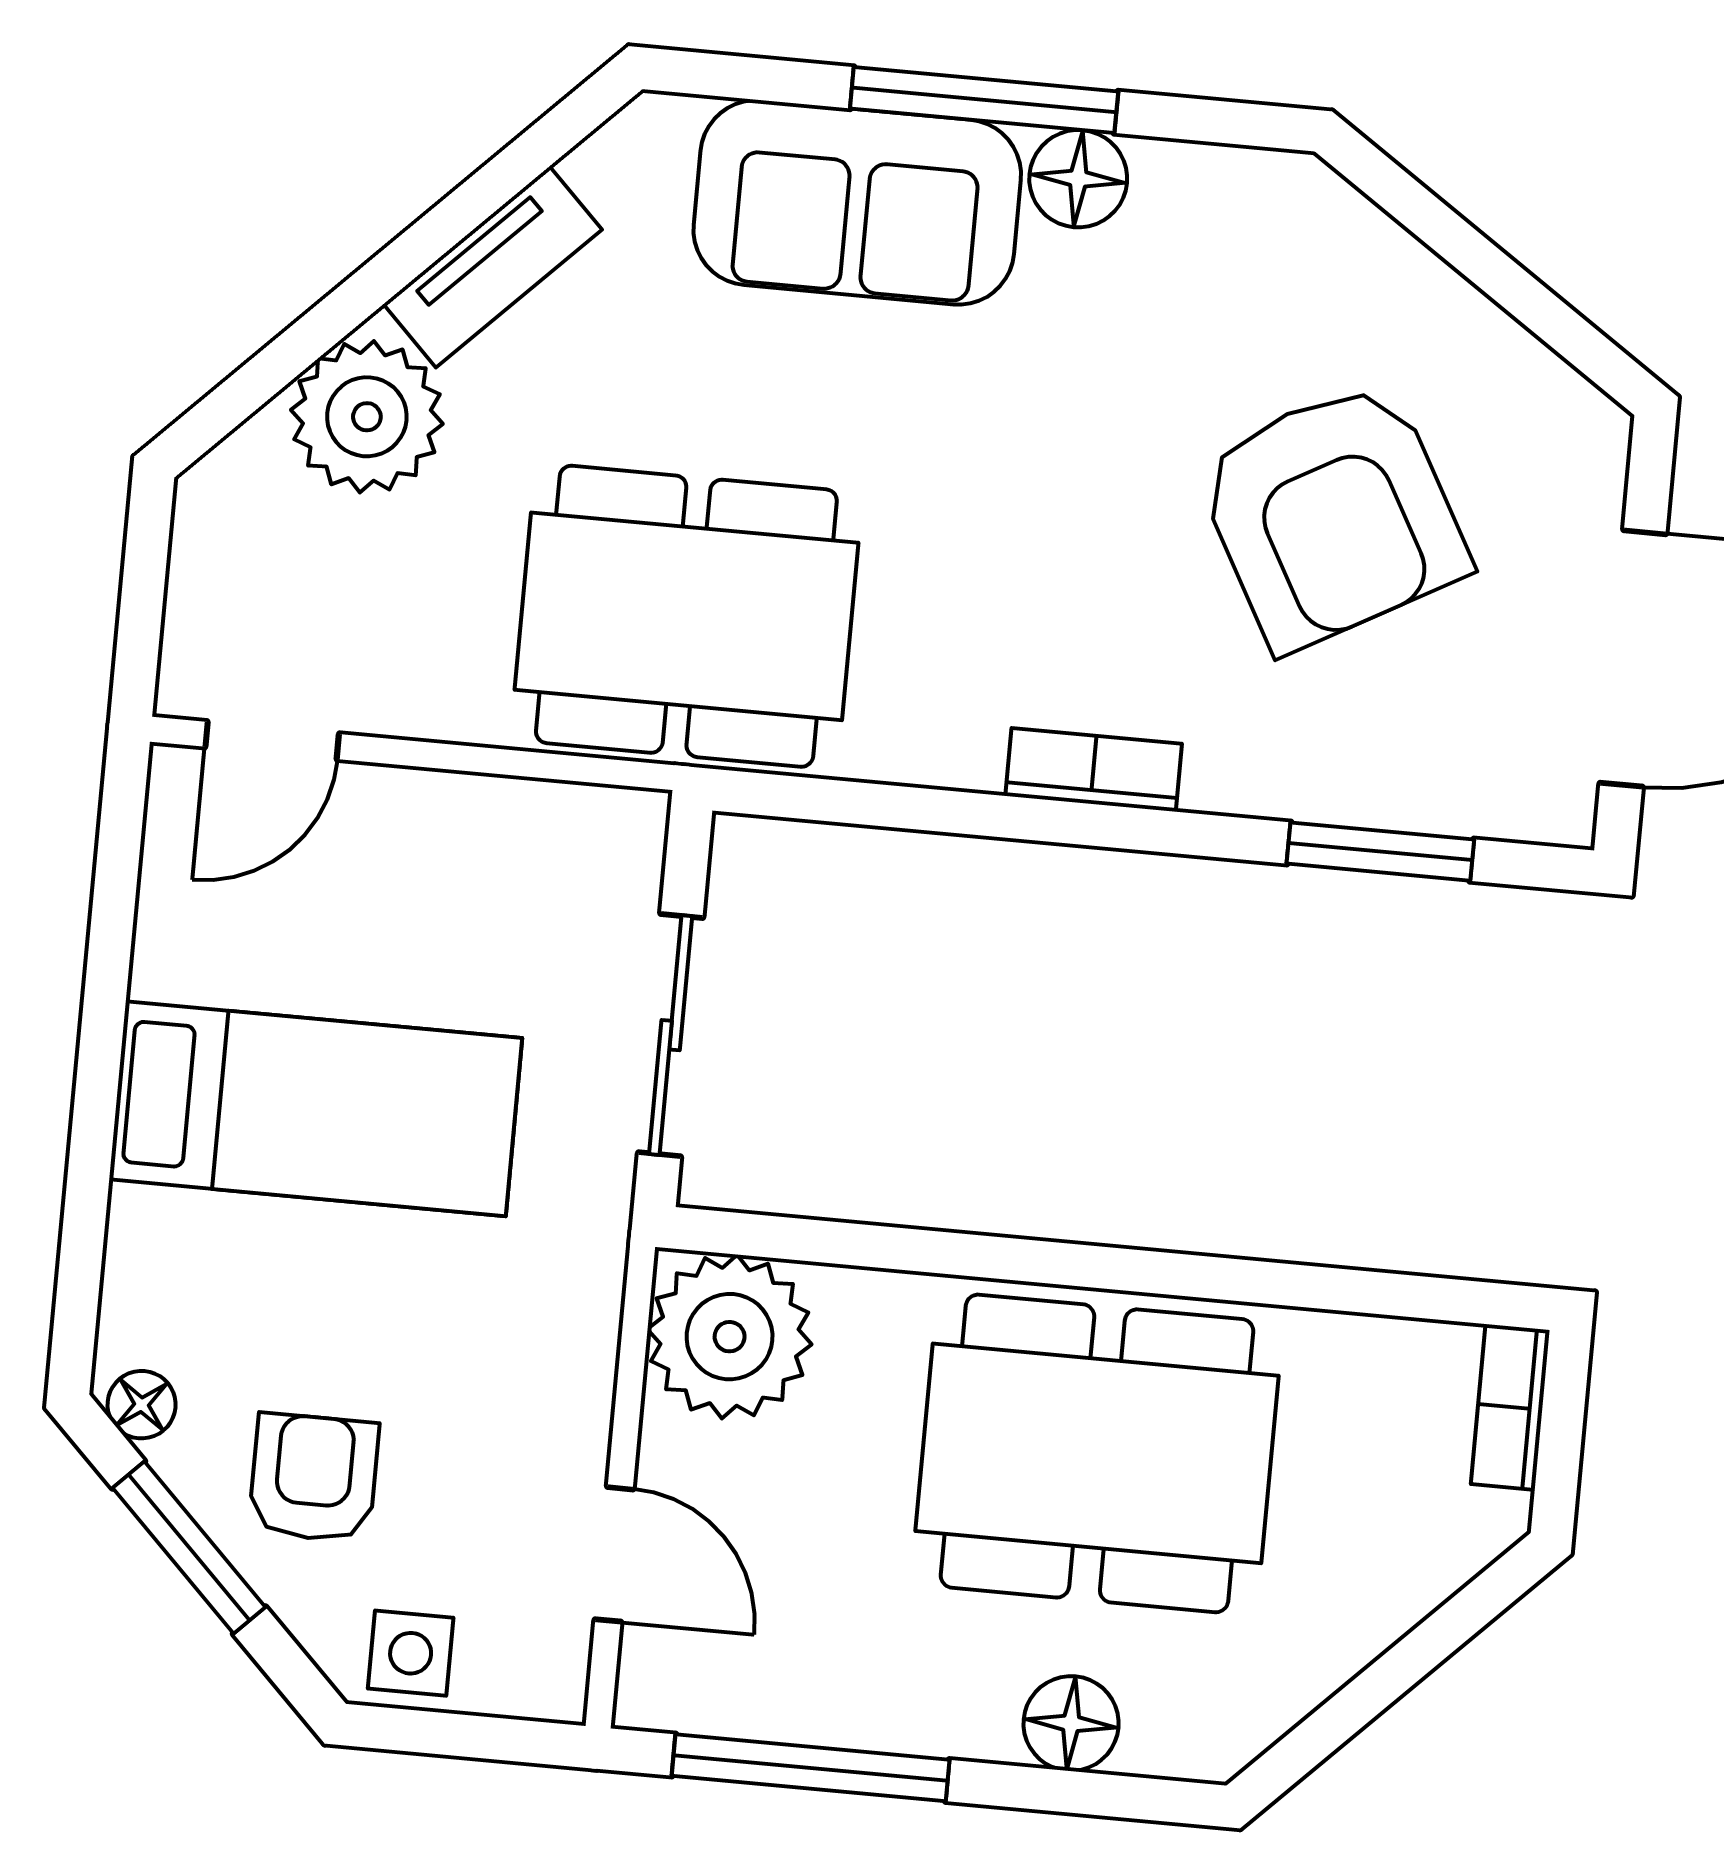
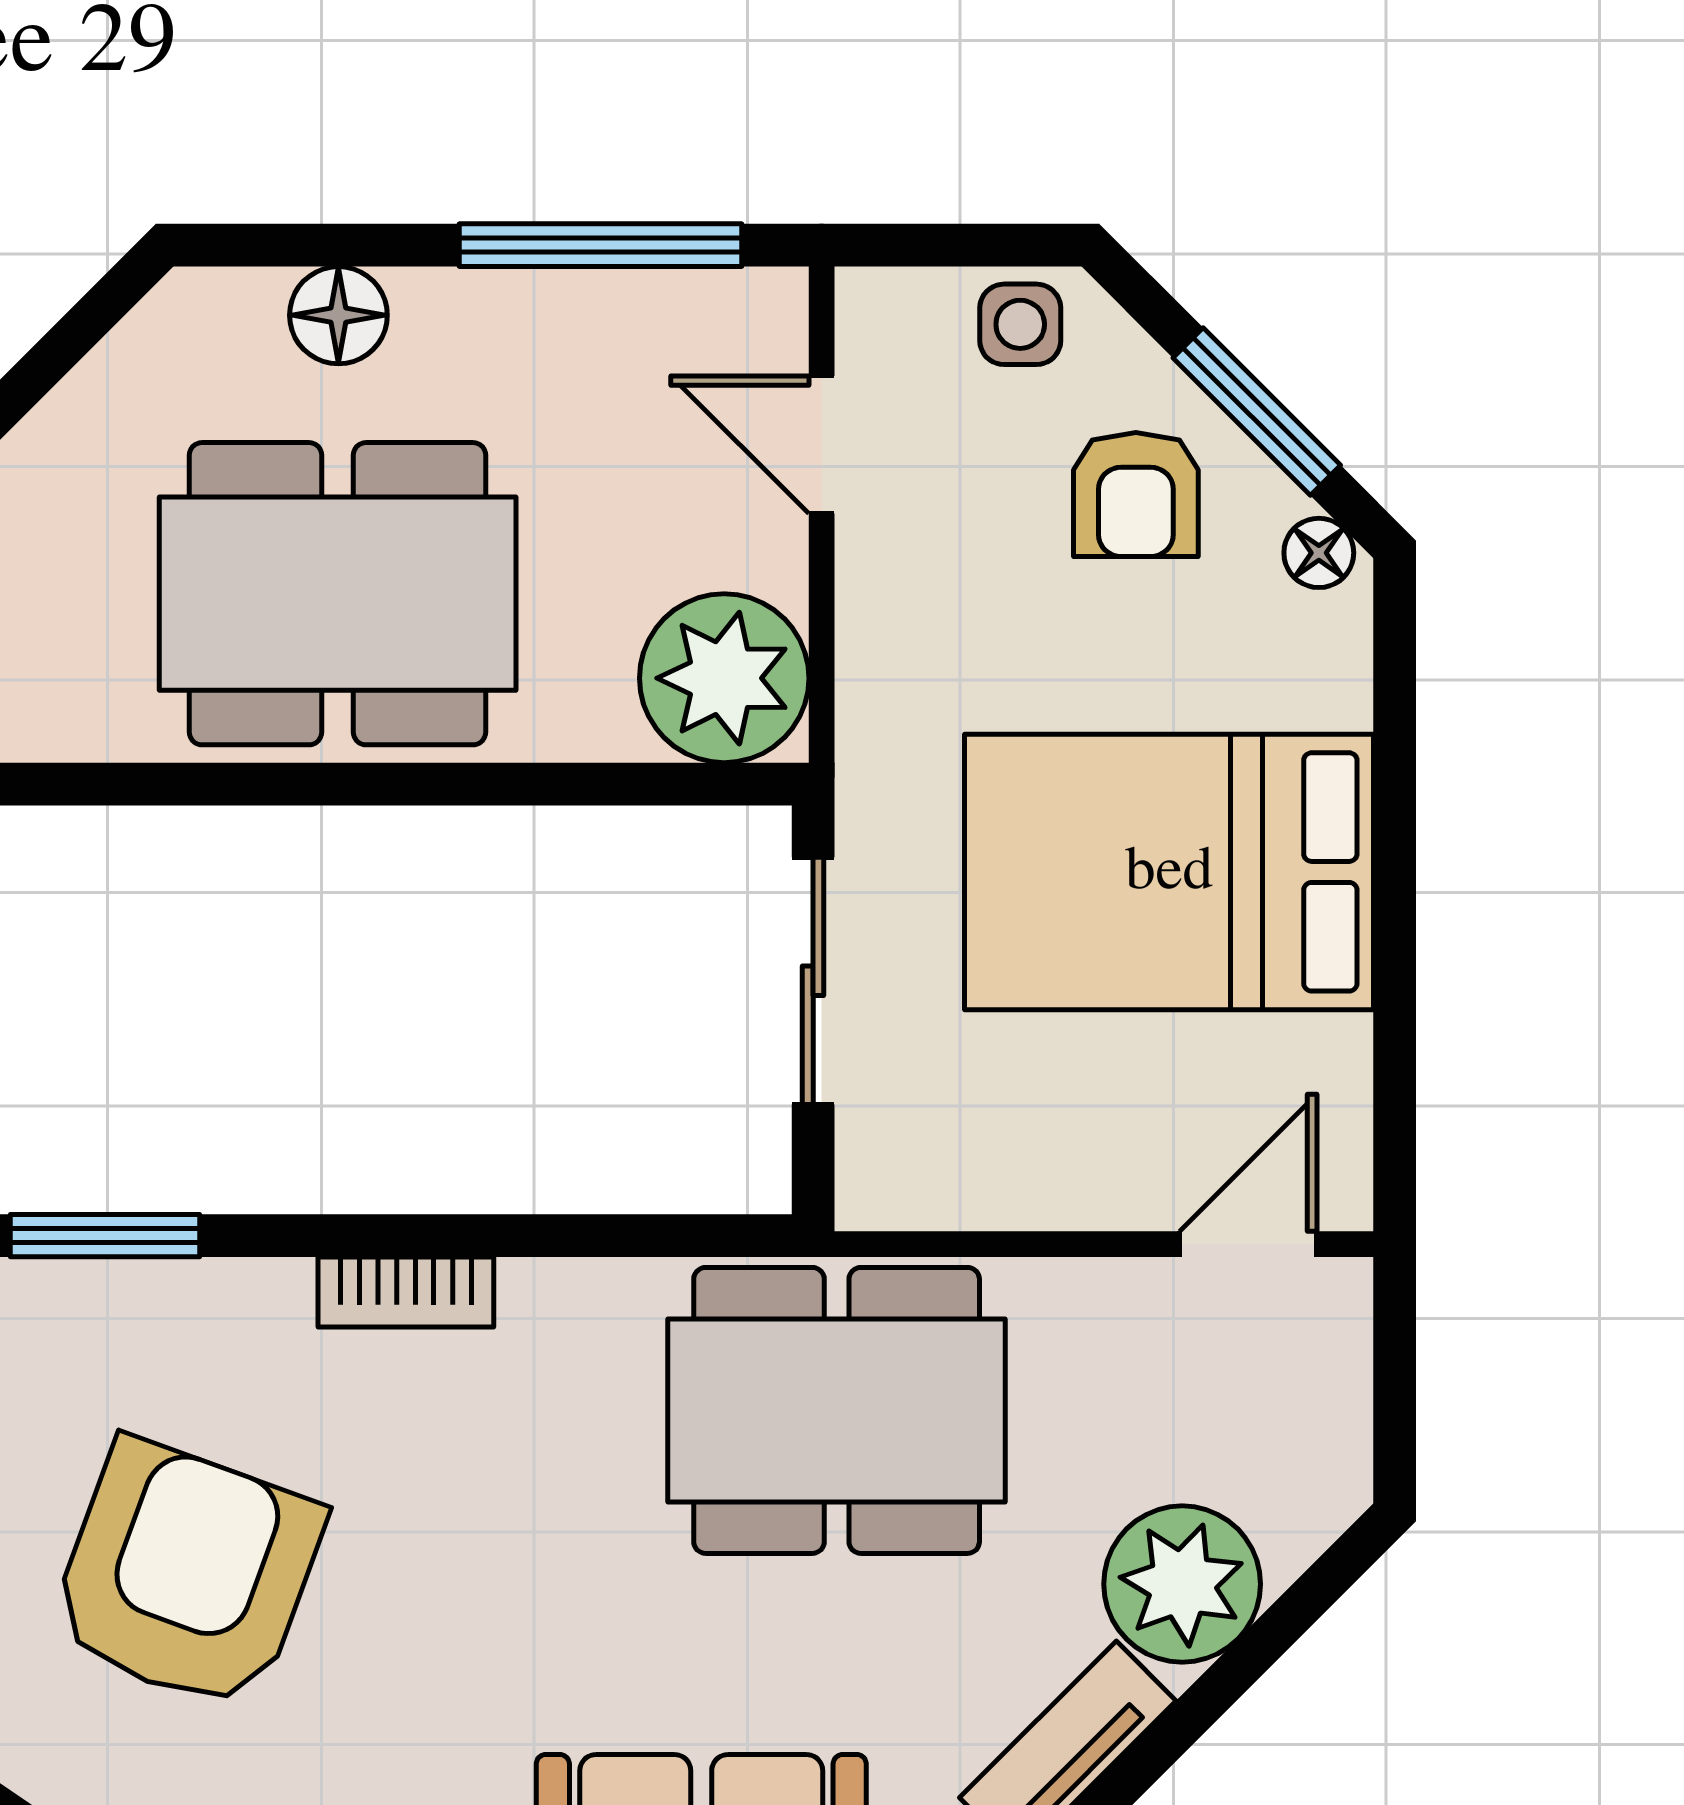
armchair: (1332, 515) -> (186, 1575), turned 49
bed: (316, 1109) -> (1169, 872), width x1.50

